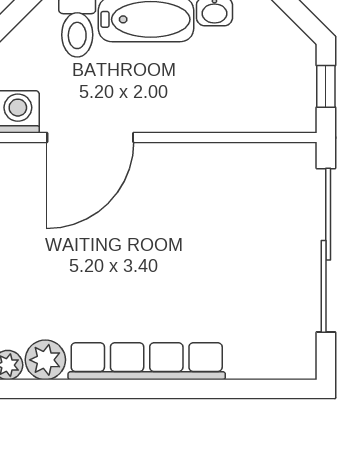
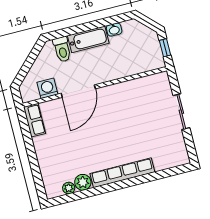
sliding door: (326, 250) -> (181, 112), width x0.54

